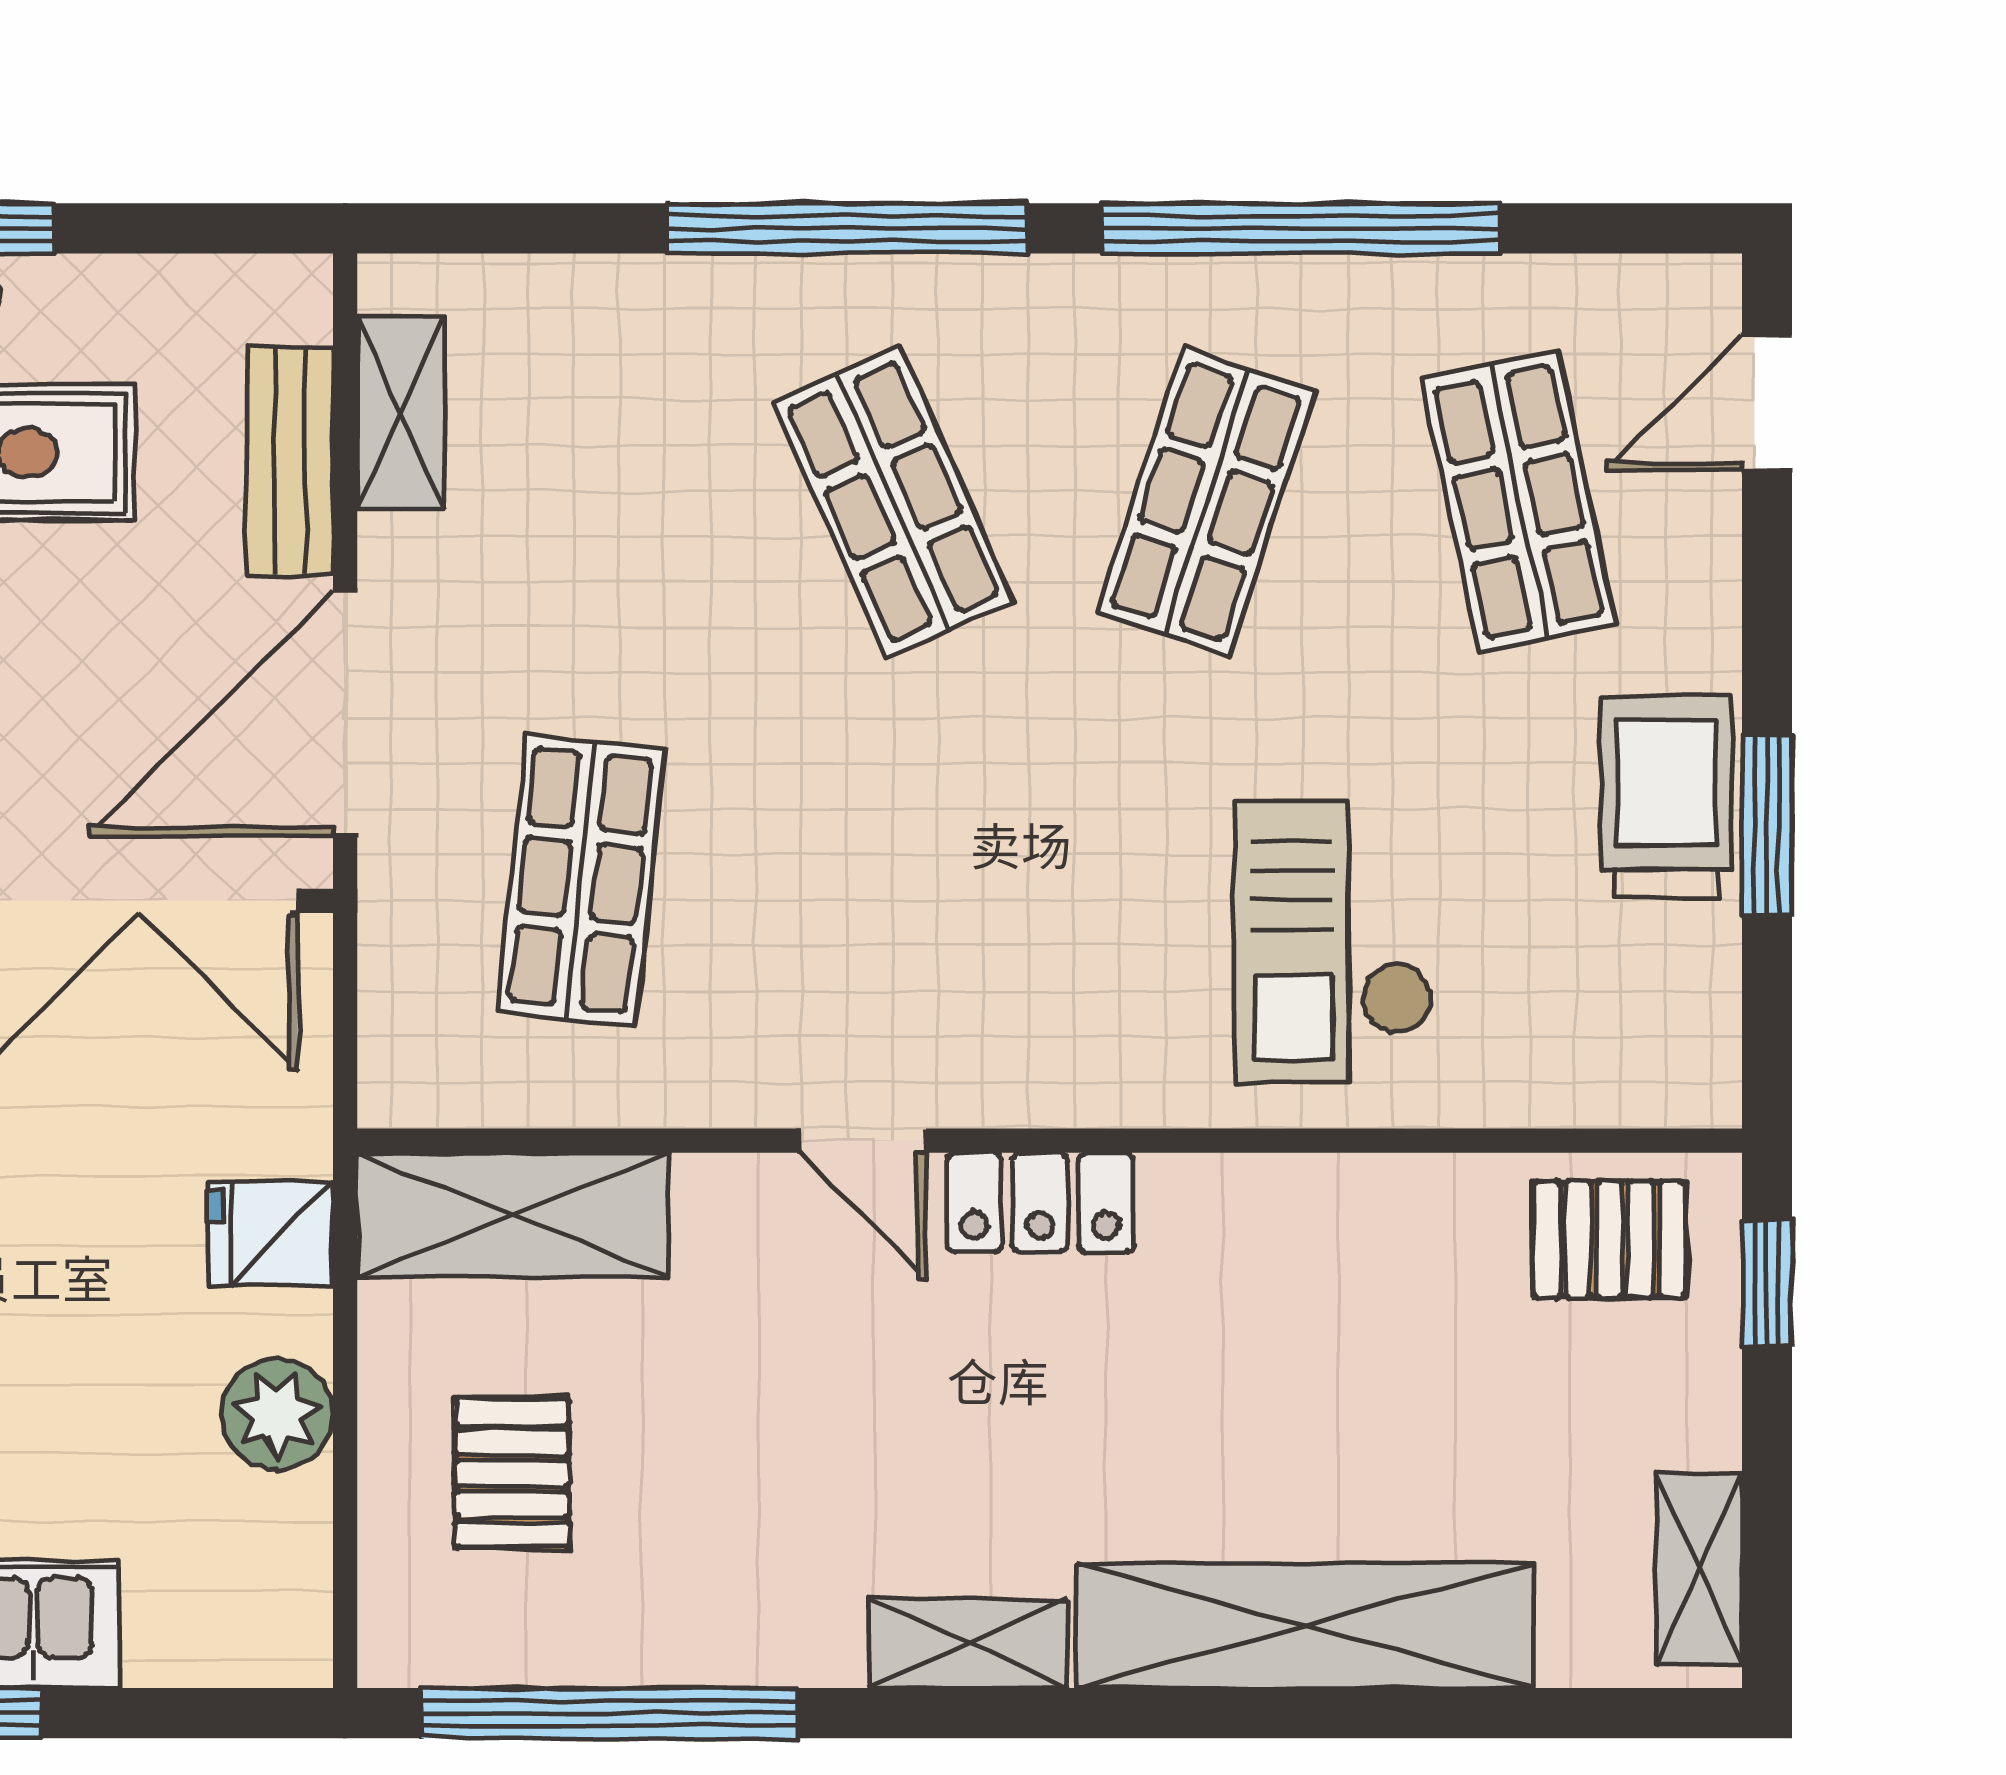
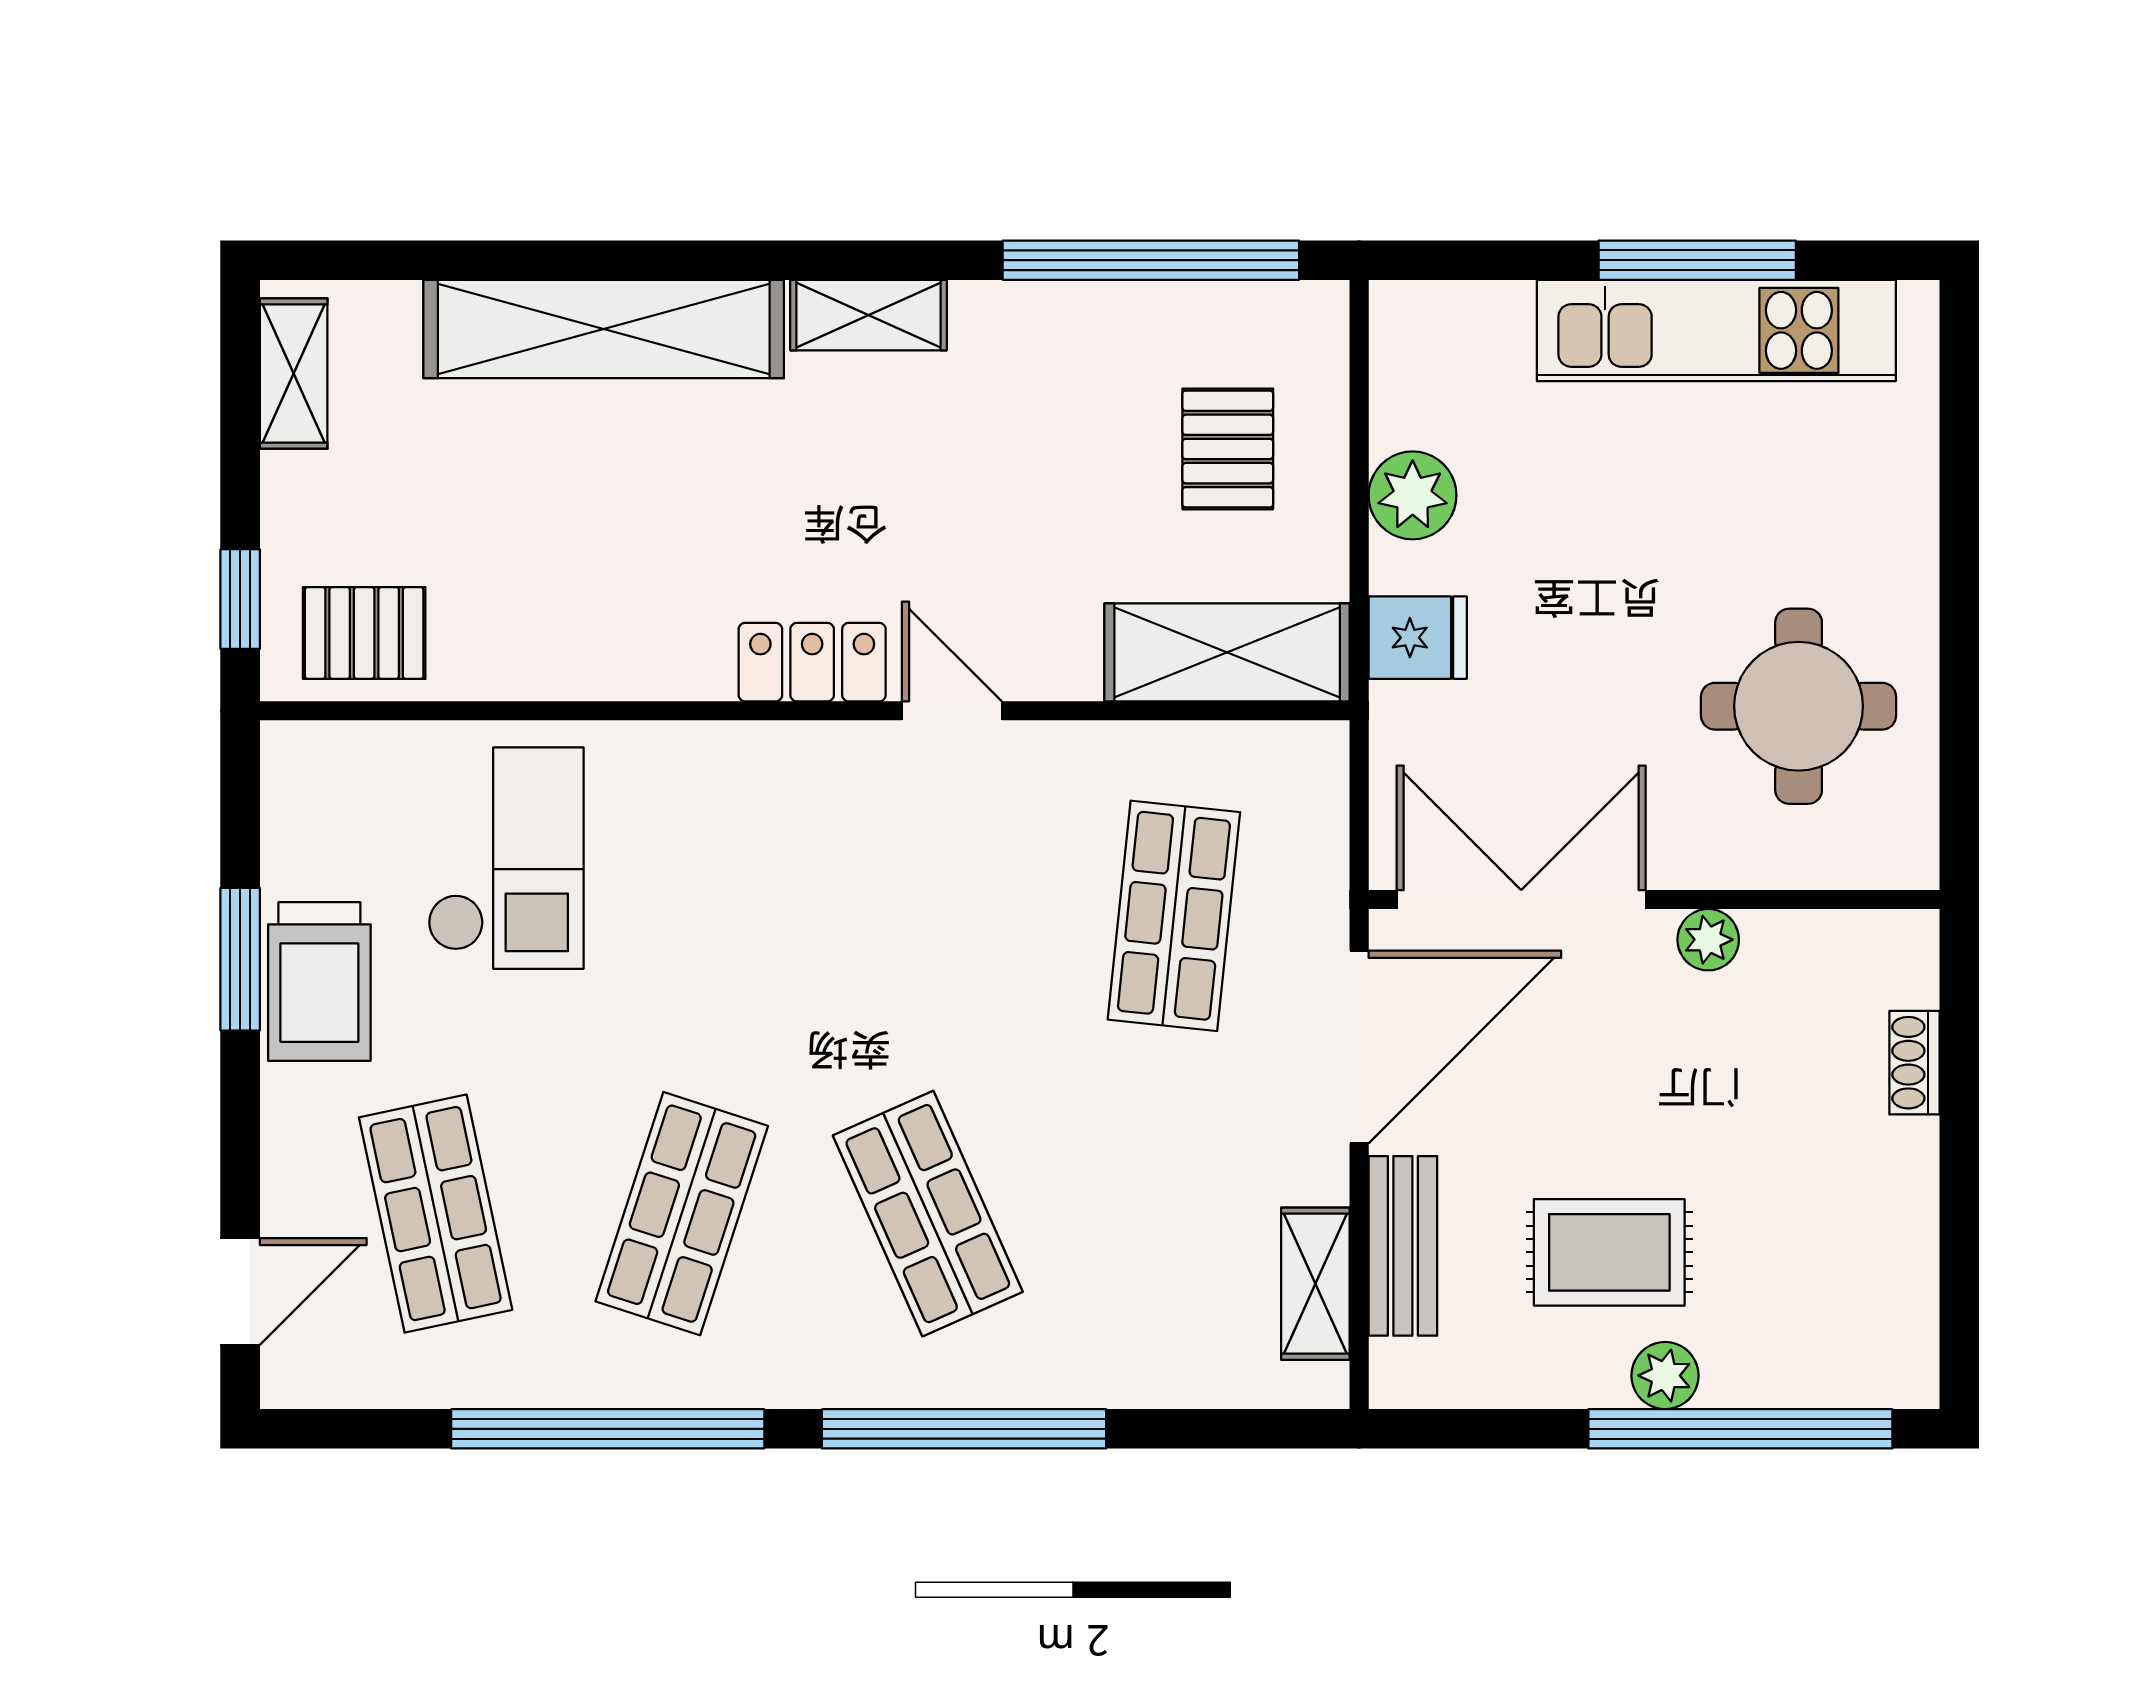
checkout: (1333, 942) -> (506, 858), moved

